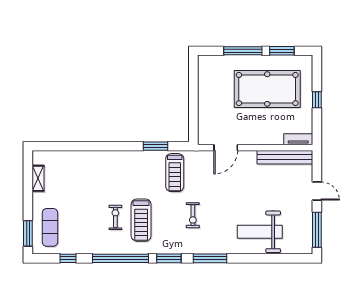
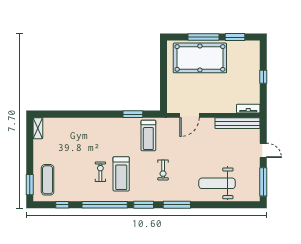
pool table: (267, 89) -> (200, 58), moved
shelving: (38, 178) -> (38, 128), moved

